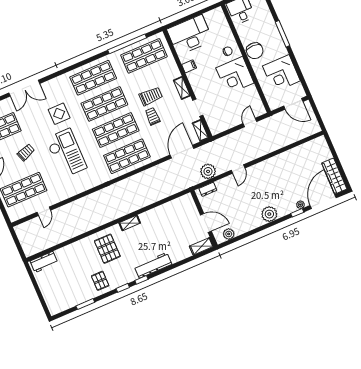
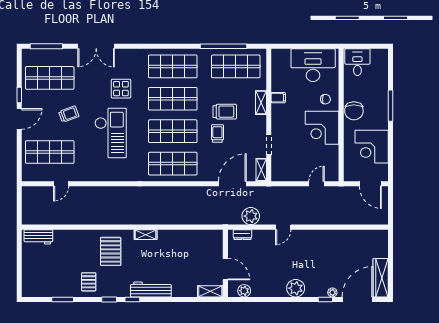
desk: (190, 35) -> (313, 65), moved
shelving: (182, 88) -> (261, 103), moved

